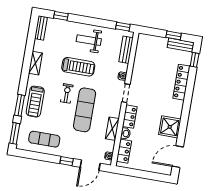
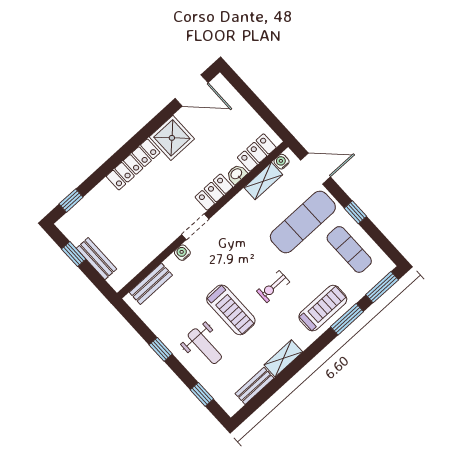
window: (123, 27) -> (161, 349), moved
bench: (41, 28) -> (255, 386), moved
weight bench: (89, 40) -> (205, 346), moved
bench: (181, 45) -> (97, 259), moved
treadmill: (78, 67) -> (231, 310), turned 180
locker: (181, 82) -> (133, 164), moved
exercise mat: (85, 110) -> (303, 222), moved
shelving: (112, 129) -> (263, 181), moved
window: (67, 161) -> (355, 212), moved

